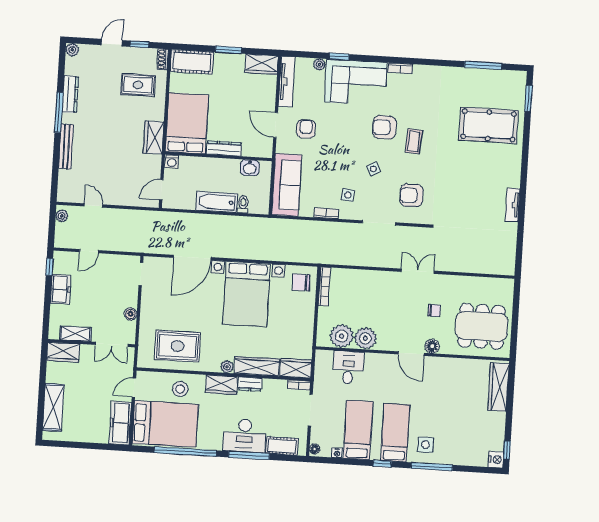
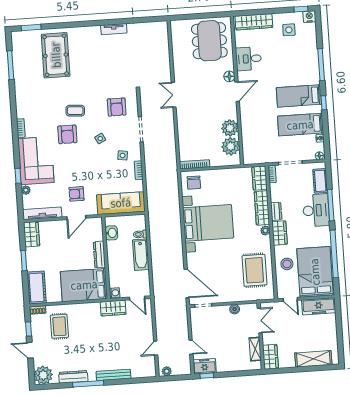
plant: (72, 50) -> (43, 375), width x1.87, depth x1.87
wardrobe: (154, 137) -> (113, 308), moved
door: (192, 257) -> (187, 283), moved
freezer: (61, 289) -> (205, 366), moved
chair: (434, 311) -> (202, 78), removed
desk: (348, 368) -> (248, 59), moved
side table: (425, 445) -> (289, 30), moved

